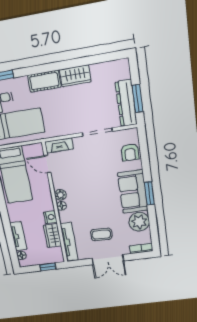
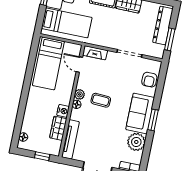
dresser: (126, 103) -> (163, 25), moved
coffee table: (101, 234) -> (101, 100), moved
tv unit: (18, 236) -> (28, 118), removed

